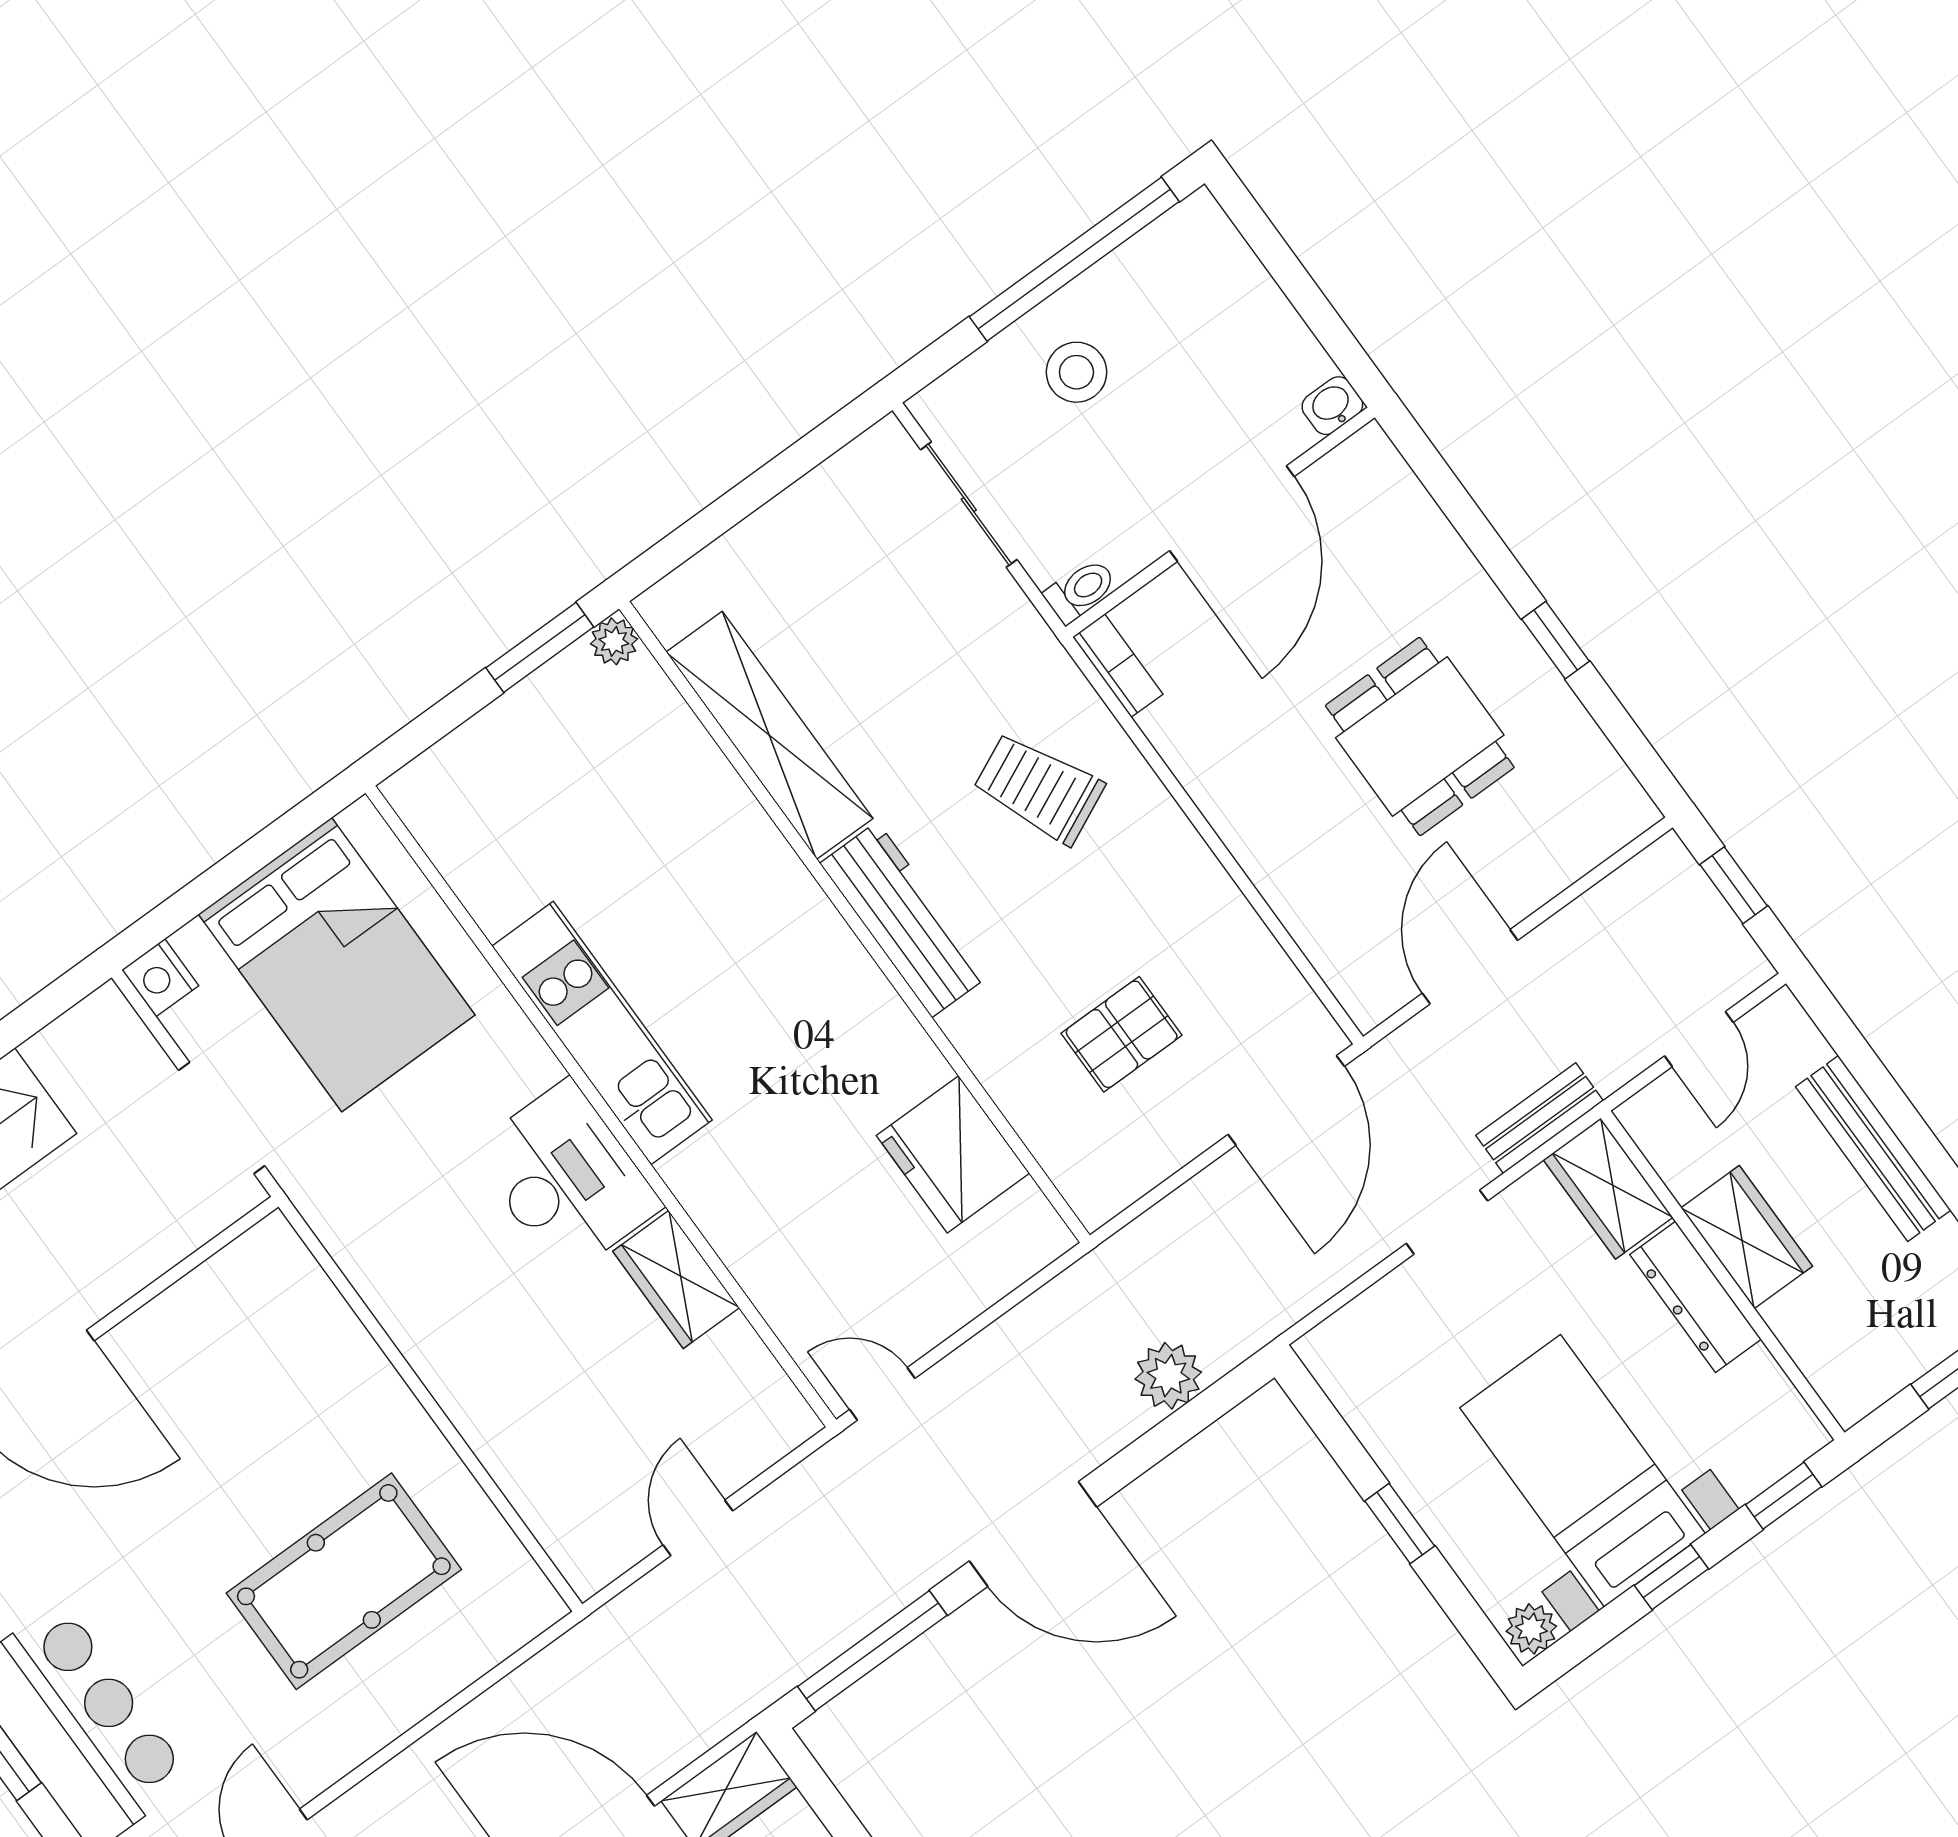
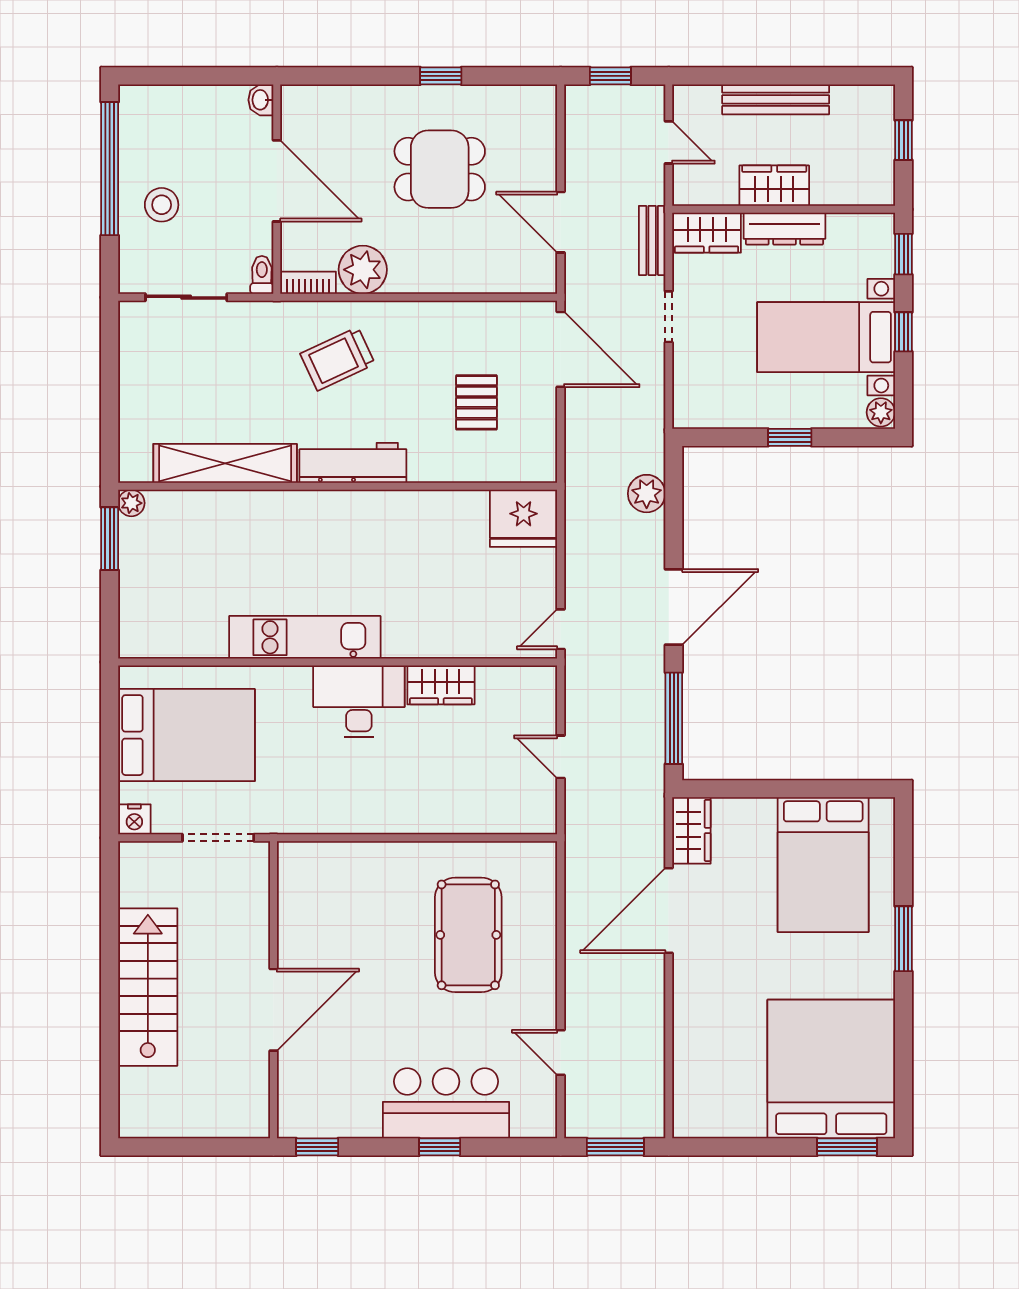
plant: (1194, 731) -> (363, 270), added
fridge: (953, 1154) -> (524, 518), moved

